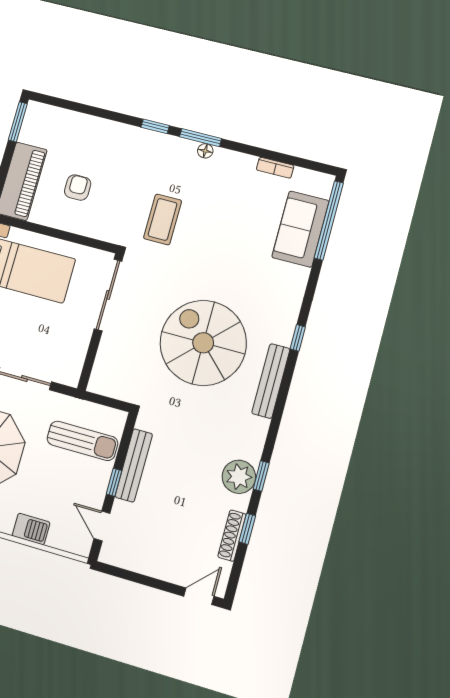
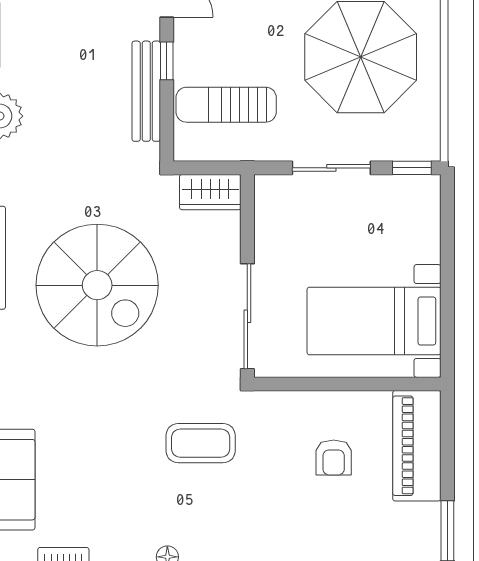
coffee table: (163, 219) -> (201, 443), turned 90
wardrobe: (110, 385) -> (210, 192), added

